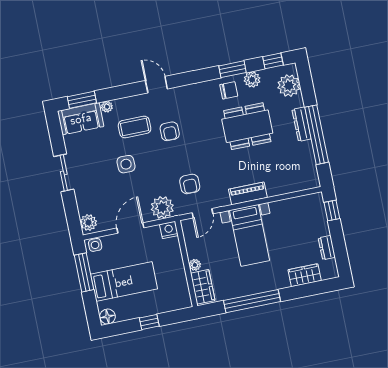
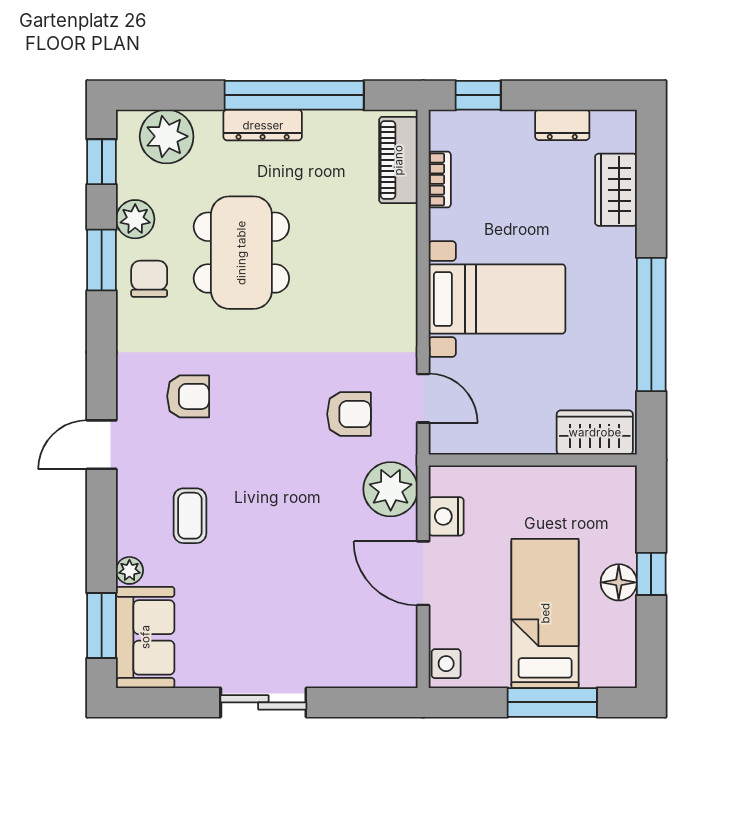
coffee table: (135, 127) -> (190, 516), width x0.73, depth x0.77
armchair: (170, 131) -> (188, 396), moved
side table: (126, 164) -> (272, 553), removed
piano: (248, 193) -> (398, 160), moved
bookcase: (294, 202) -> (440, 179), added
plant: (88, 223) -> (391, 668), removed
nightstand: (169, 230) -> (446, 516), moved
plant: (195, 265) -> (540, 441), removed
window: (84, 272) -> (552, 702), moved
floor lamp: (108, 316) -> (619, 582), moved

